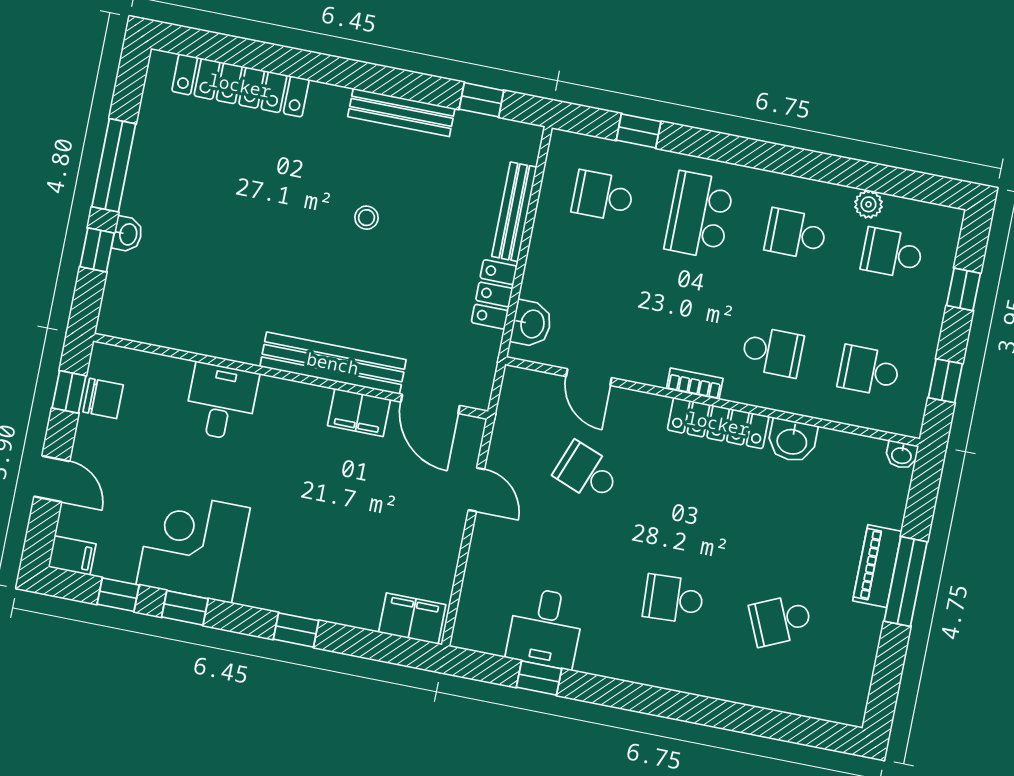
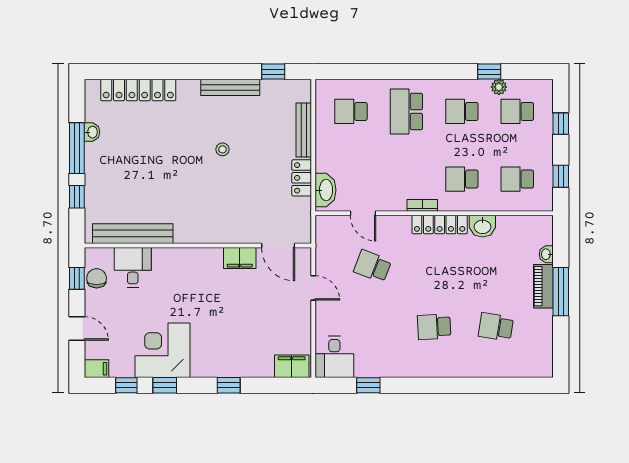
window: (639, 131) -> (489, 72), moved
washbasin: (128, 234) -> (92, 132), moved
washbasin: (531, 324) -> (325, 190), width x1.38
school desk: (772, 352) -> (462, 179), turned 180
bench: (333, 363) -> (133, 234), moved
chair: (103, 398) -> (97, 278), turned -90
desk: (221, 402) -> (133, 267), moved
washbasin: (902, 455) -> (546, 254), moved, turned 90
school desk: (781, 620) -> (496, 327), turned 33
desk: (545, 628) -> (334, 357), moved

